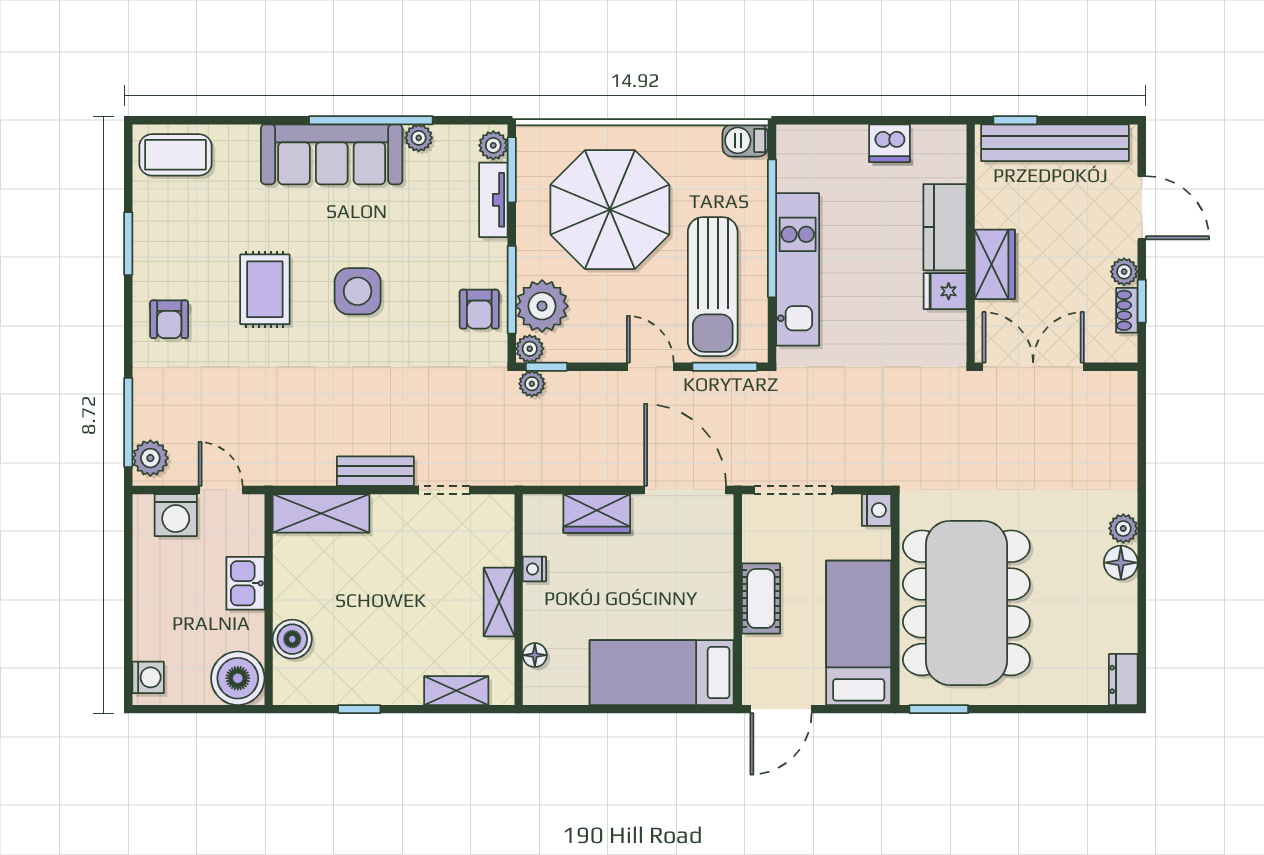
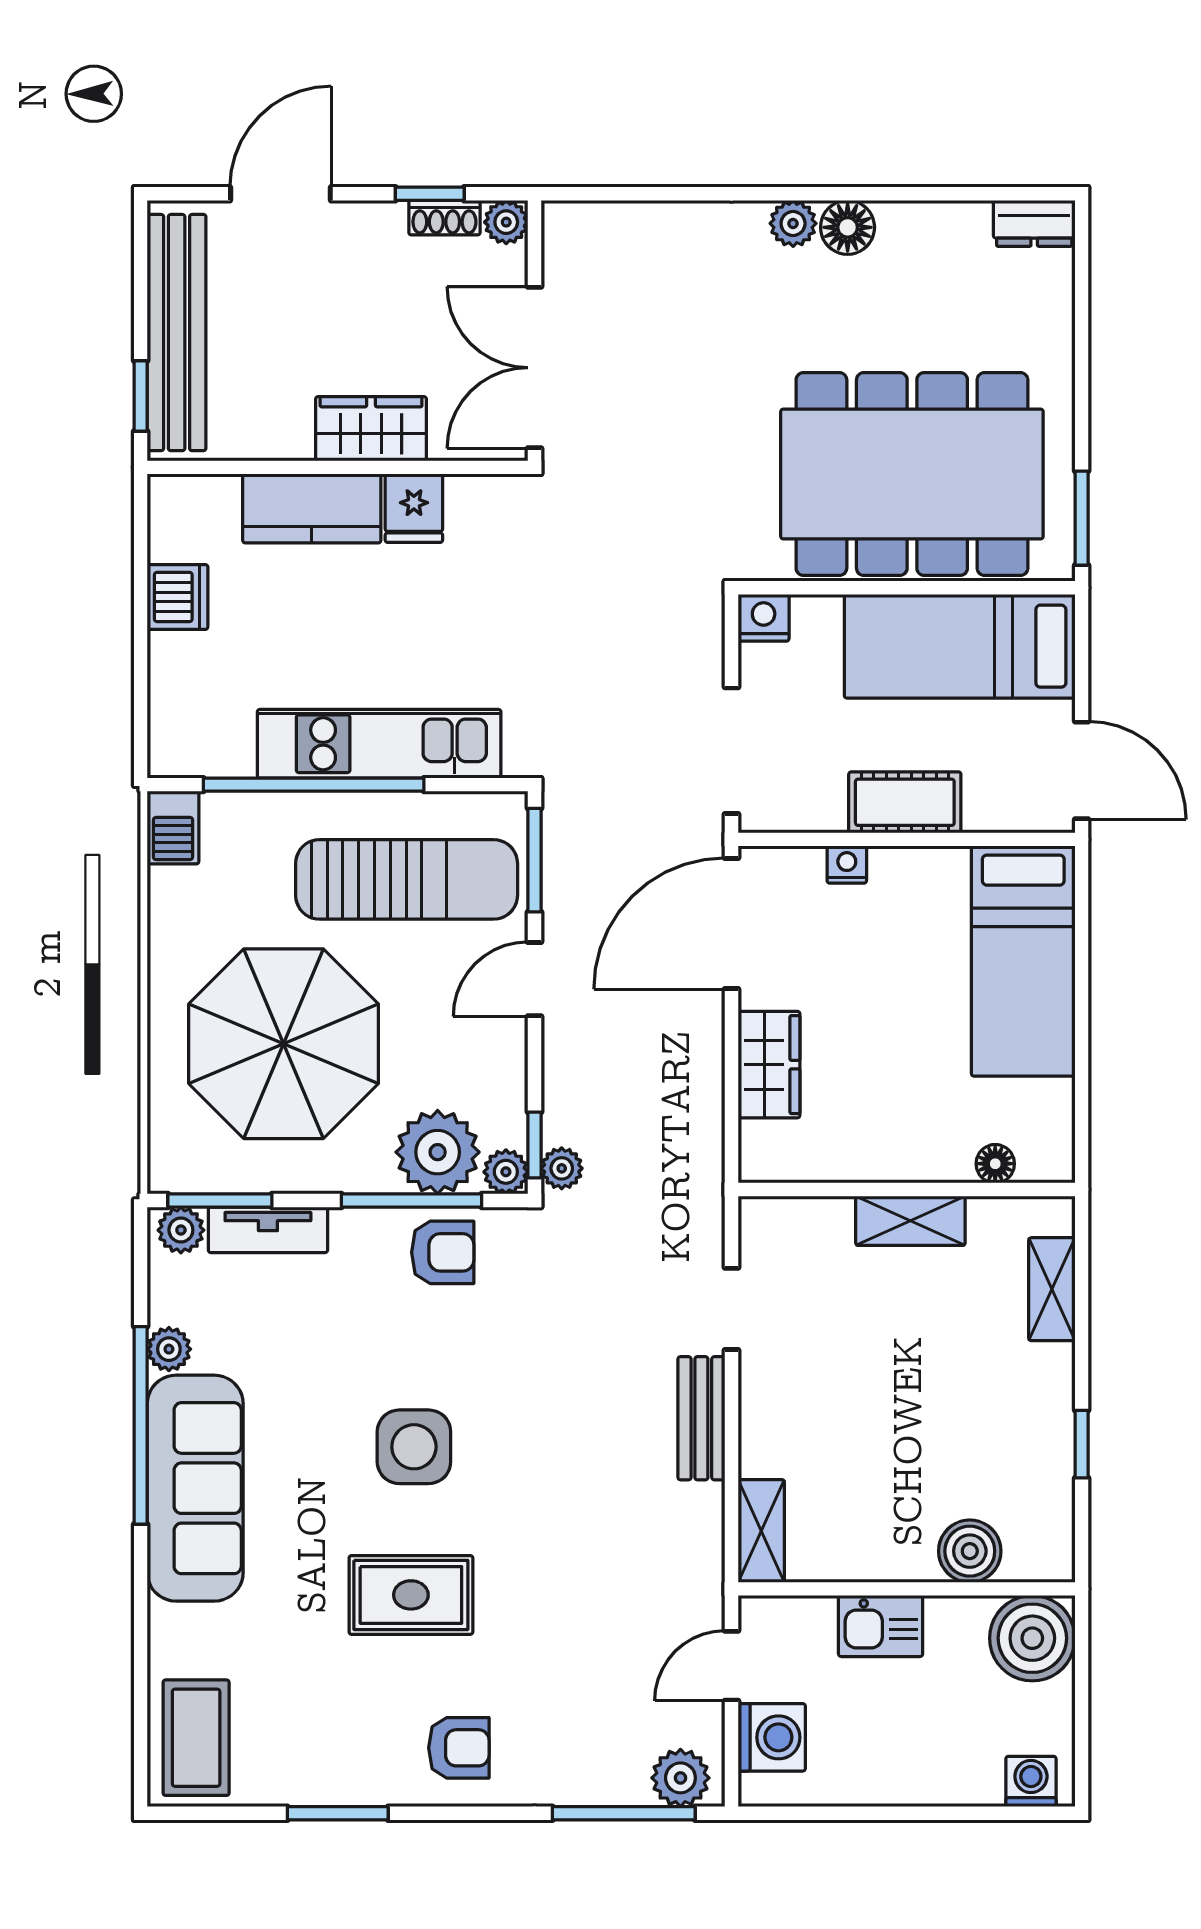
plant: (1124, 272) -> (506, 222), moved
shelving: (321, 513) -> (761, 1531), width x0.67, depth x0.75
nightstand: (534, 569) -> (847, 865), moved, turned 180

